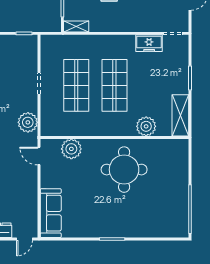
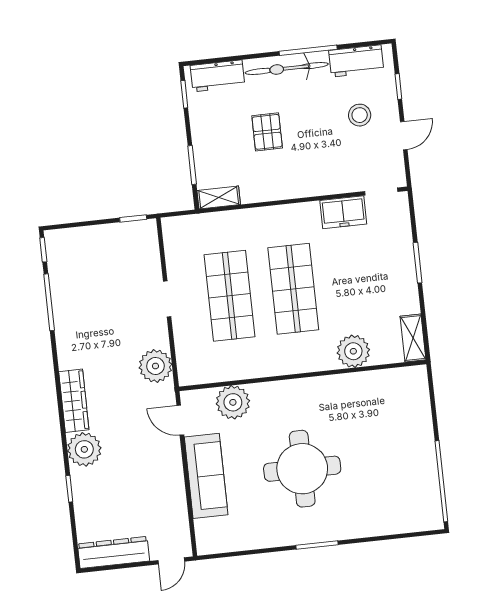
shelving: (180, 115) -> (413, 338), width x0.67, depth x0.75
round table: (124, 170) -> (302, 469), moved
sofa: (51, 213) -> (206, 476), moved

